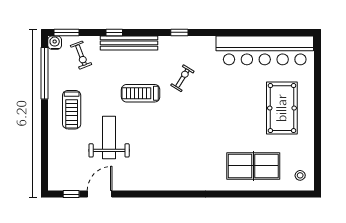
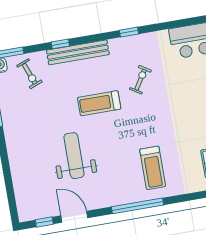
treadmill: (72, 110) -> (153, 168), moved
door: (100, 194) -> (74, 217), hinge flipped
window: (160, 194) -> (137, 206), added

